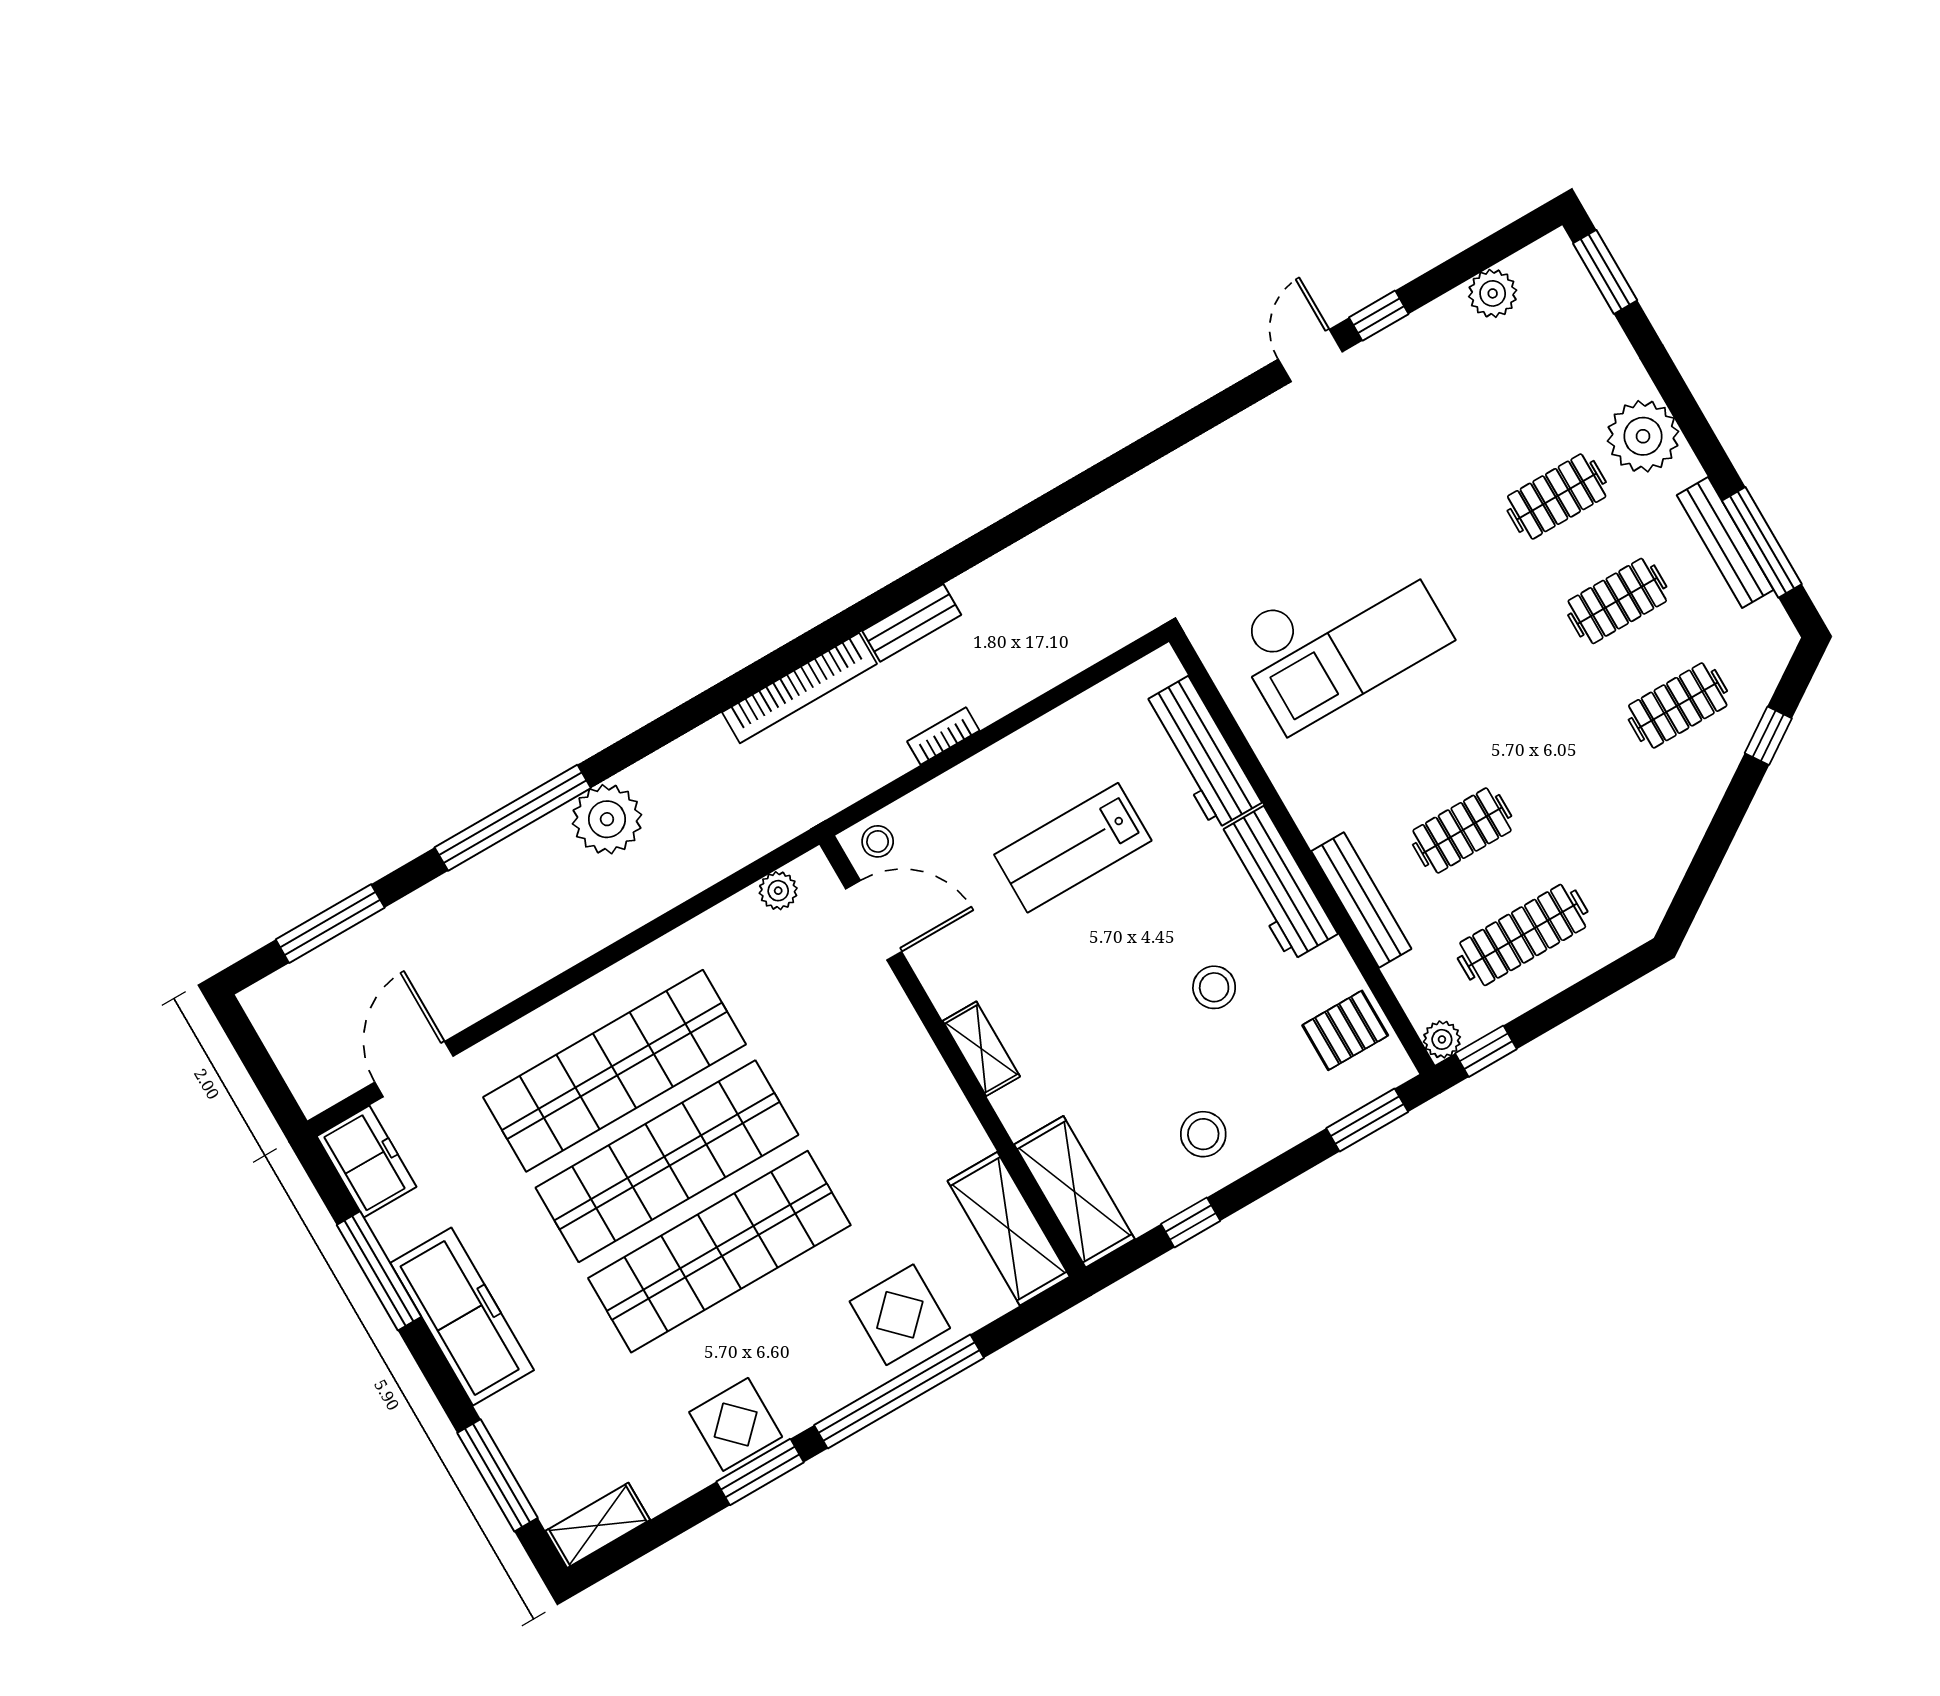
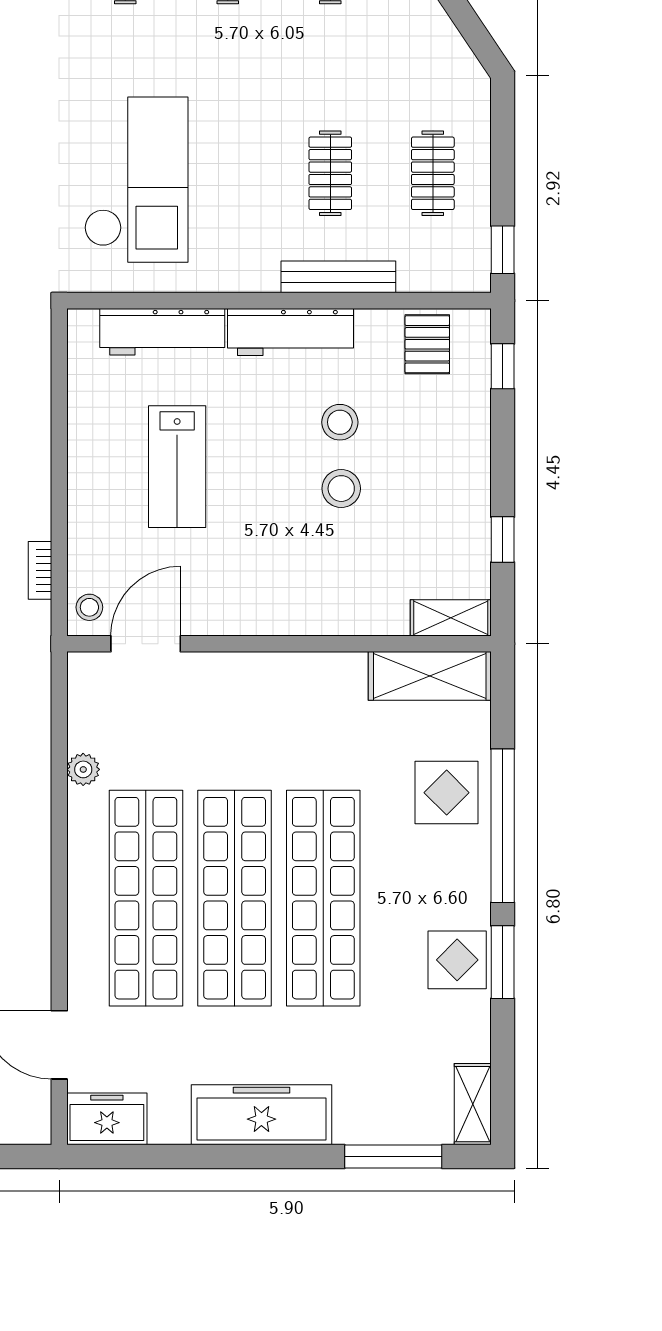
bookcase: (943, 736) -> (40, 570), moved
plant: (778, 891) -> (83, 769), moved
clothes rail: (1523, 935) -> (433, 173), width x0.73
plant: (1442, 1039) -> (475, 277), removed
shelving: (981, 1049) -> (286, 619), removed
window: (1367, 1120) -> (503, 366), width x0.67
stool: (1203, 1134) -> (341, 489), moved
shelving: (1074, 1192) -> (451, 618), width x0.67, depth x0.75
window: (379, 1271) -> (193, 1156), removed

